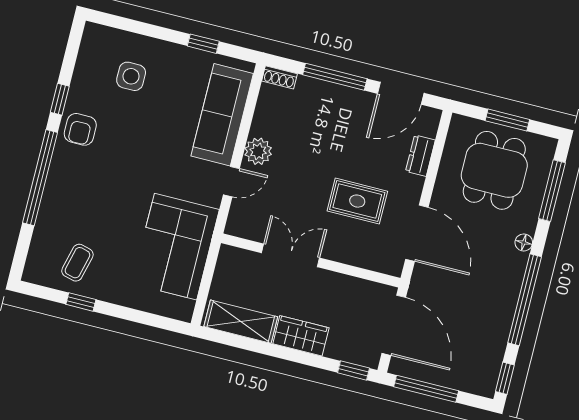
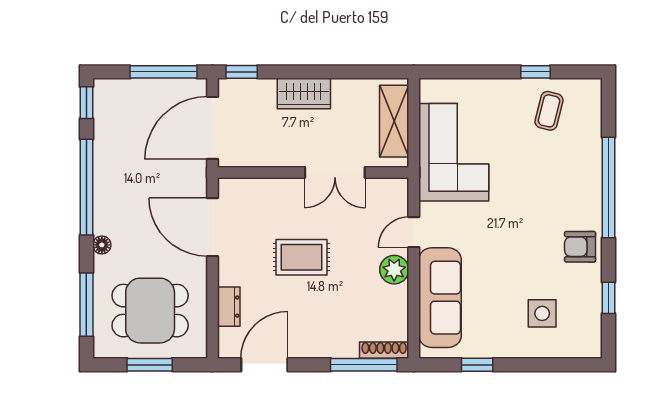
shoe rack: (279, 77) -> (384, 350), width x1.43
window: (335, 77) -> (364, 365), moved
window: (60, 99) -> (609, 298), moved
armchair: (80, 129) -> (580, 247), turned -90
dining table: (494, 170) -> (150, 311), turned 90
rug: (357, 201) -> (302, 257), moved
shelving: (241, 322) -> (394, 121), moved, turned 90
door: (394, 325) -> (212, 128), hinge flipped

